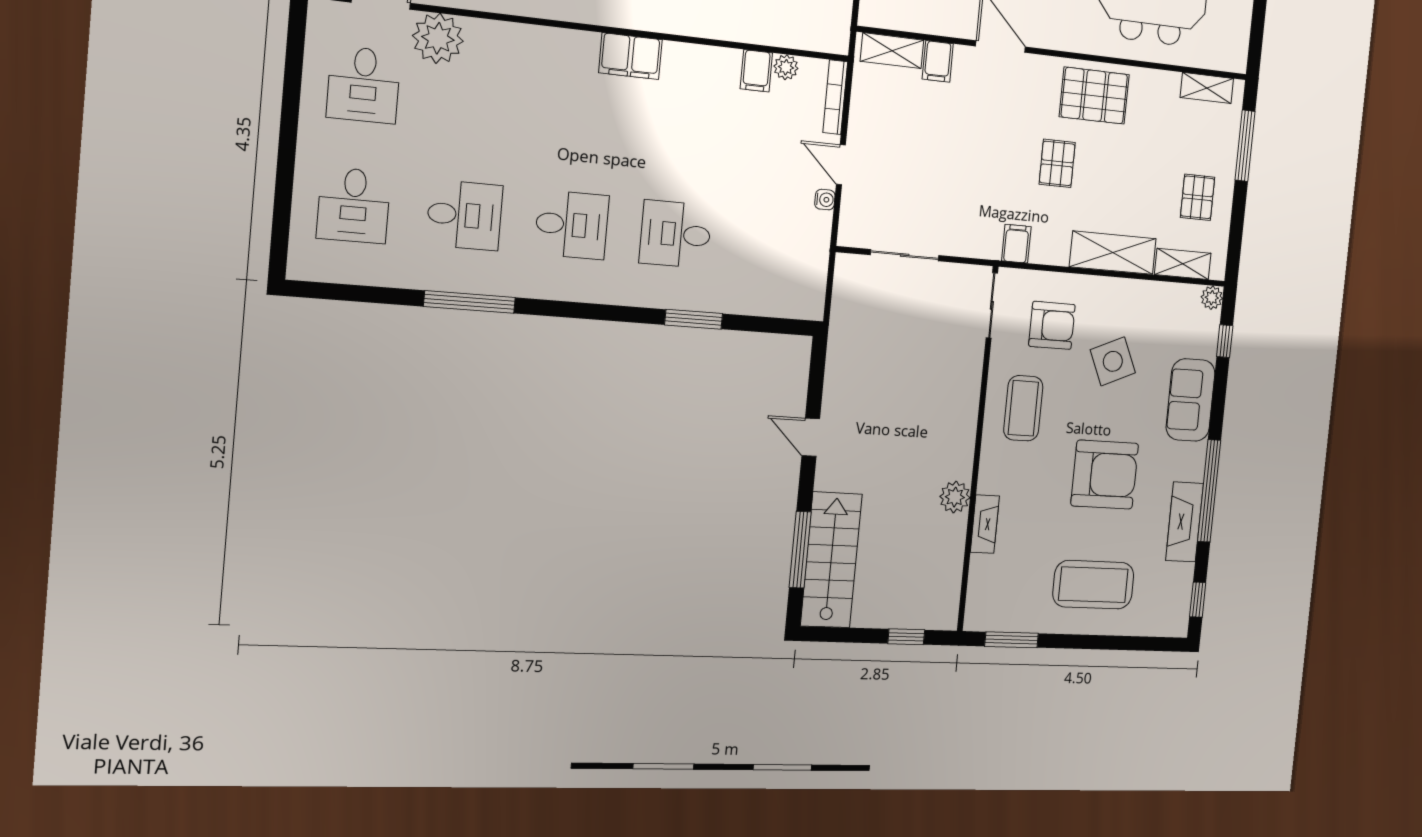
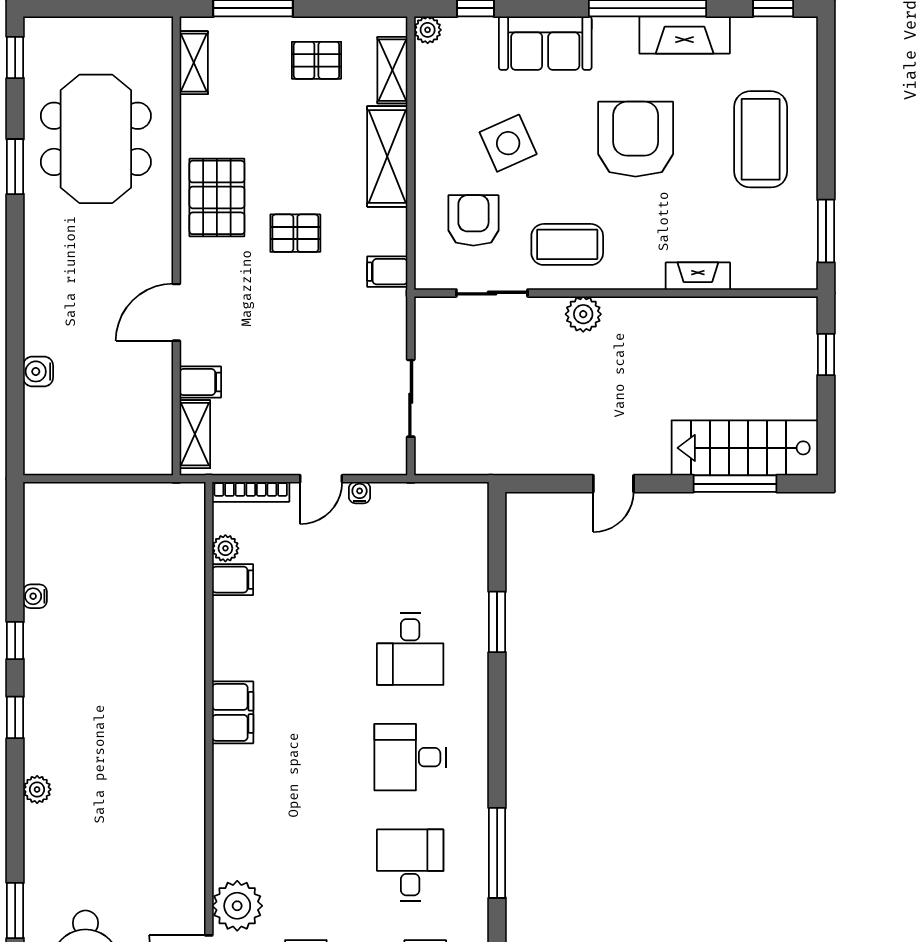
desk: (572, 225) -> (410, 757), turned -90
sliding door: (992, 305) -> (492, 293), moved
plant: (955, 497) -> (583, 314), moved

